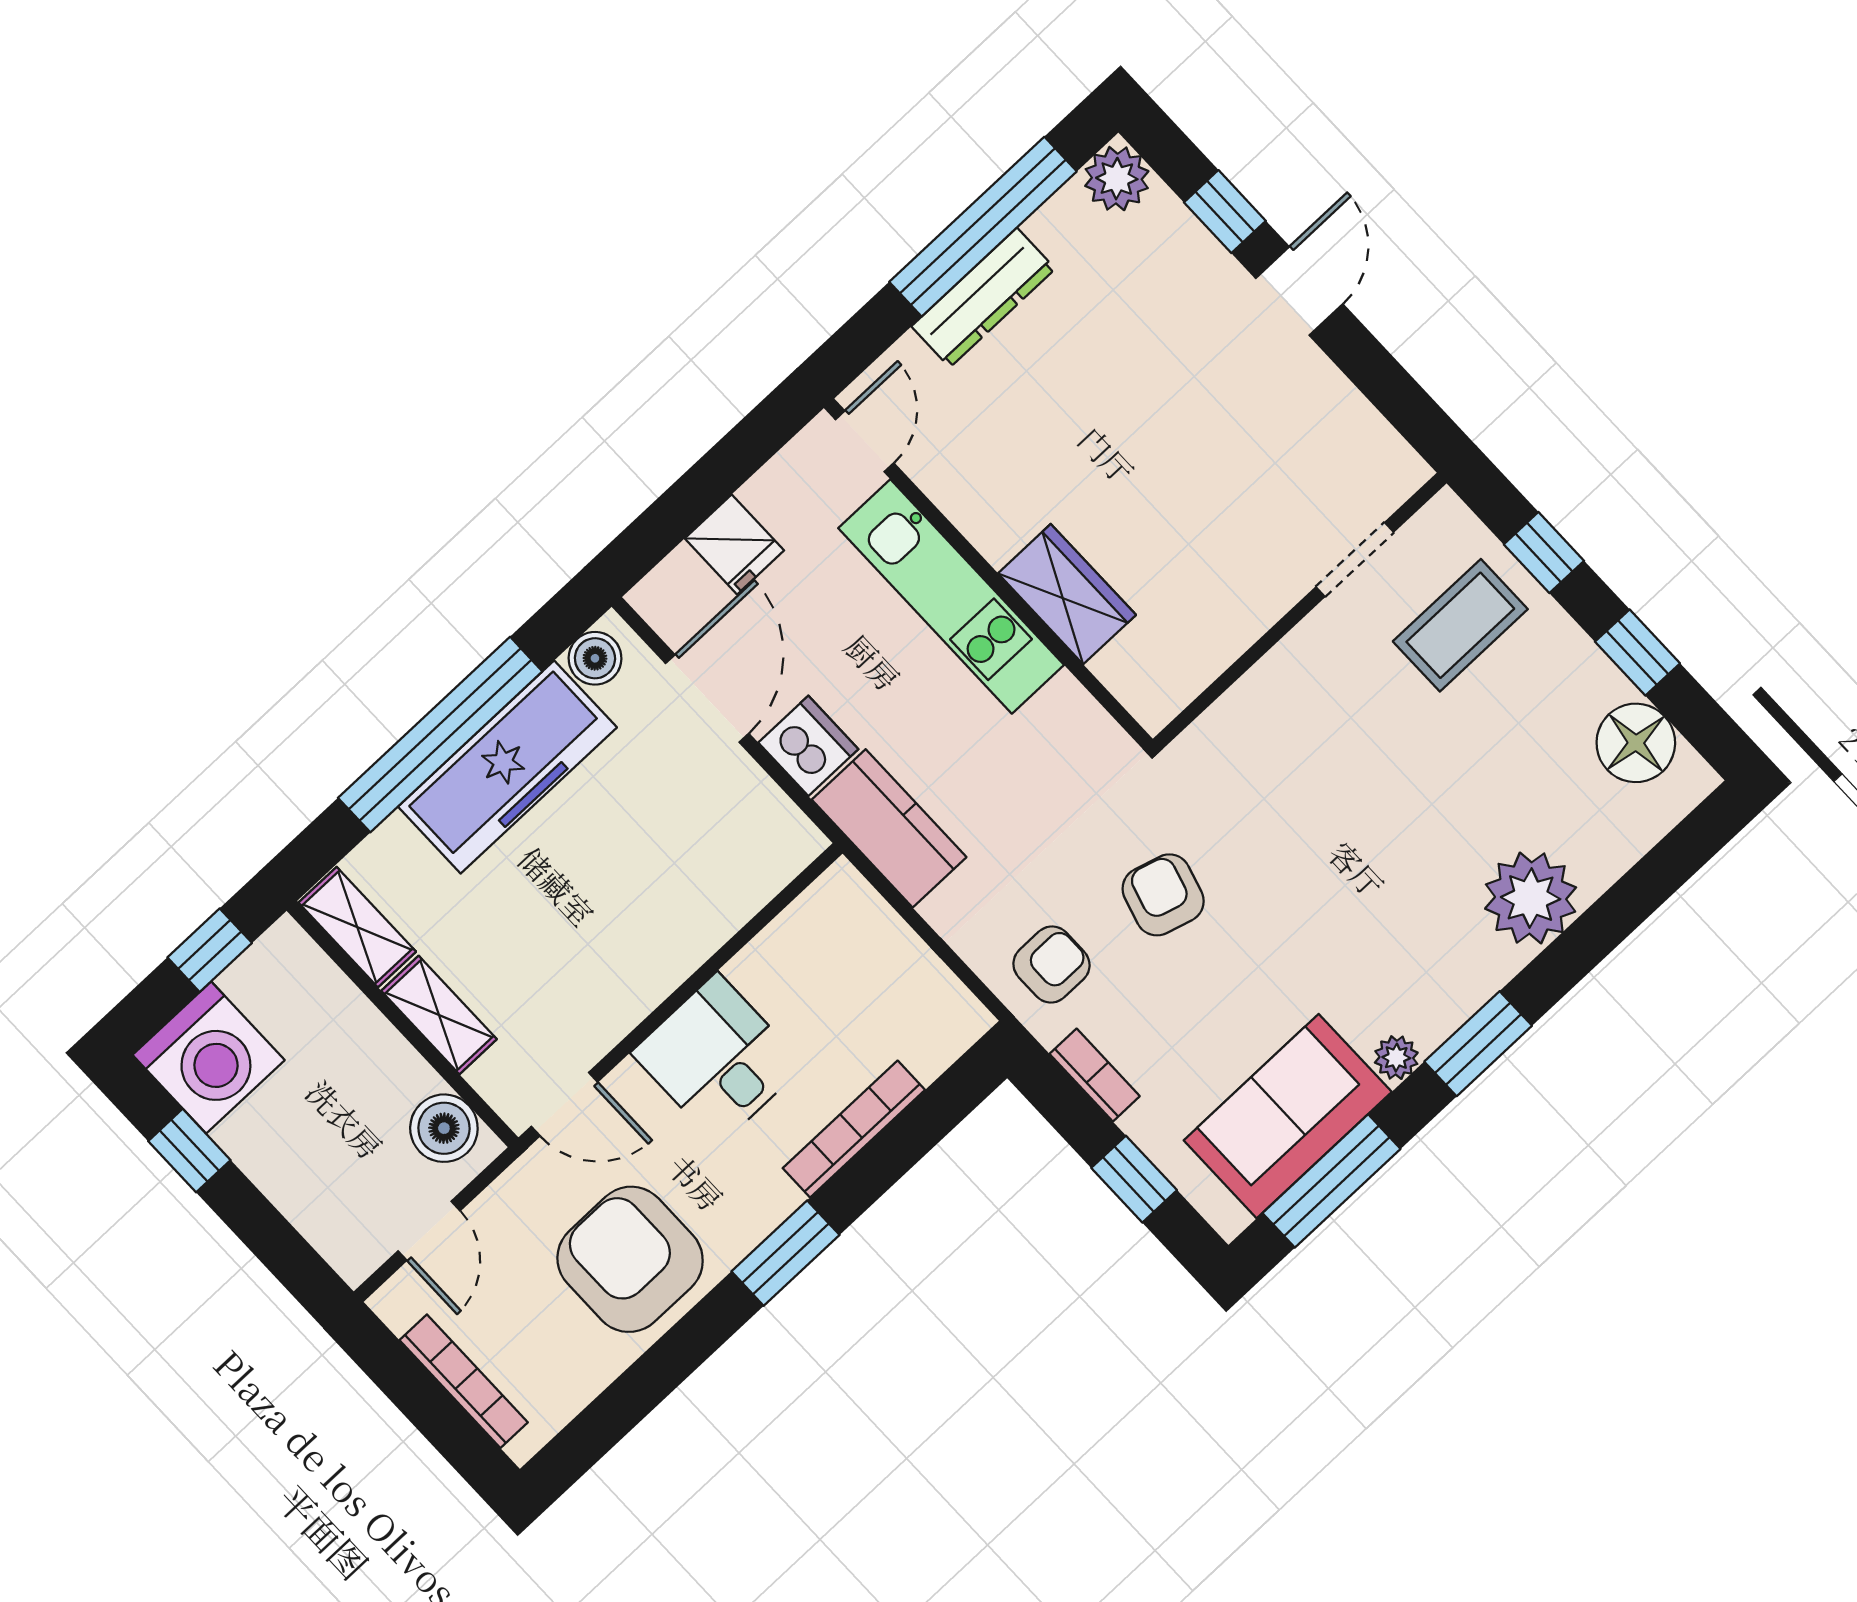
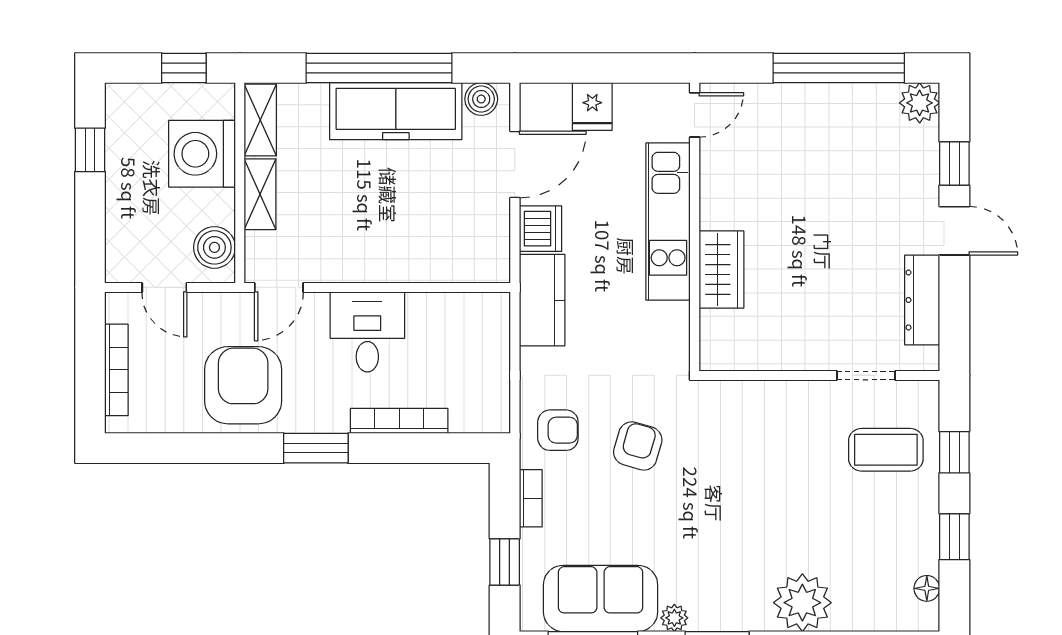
door: (1299, 291) -> (954, 231), hinge flipped
dresser: (983, 298) -> (922, 300), moved, turned 90
floor lamp: (1636, 743) -> (927, 588), width x0.53, depth x0.53
washing machine: (209, 1058) -> (202, 154), moved, turned 90
door: (564, 1104) -> (279, 287), hinge flipped
door: (429, 1231) -> (164, 287), hinge flipped

